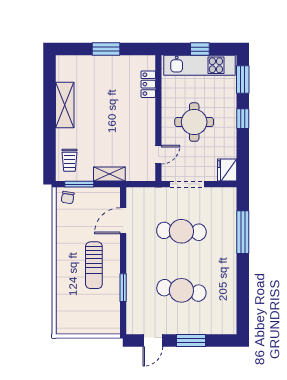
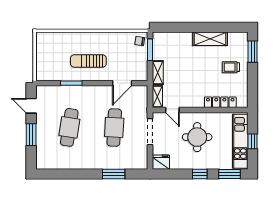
window: (106, 49) -> (253, 52), moved
locker: (148, 84) -> (220, 102), width x1.53
trolley: (69, 160) -> (231, 67), moved
shelving: (141, 174) -> (157, 97), added
door: (123, 221) -> (122, 83), swing flipped
window: (243, 232) -> (114, 174), width x0.69

